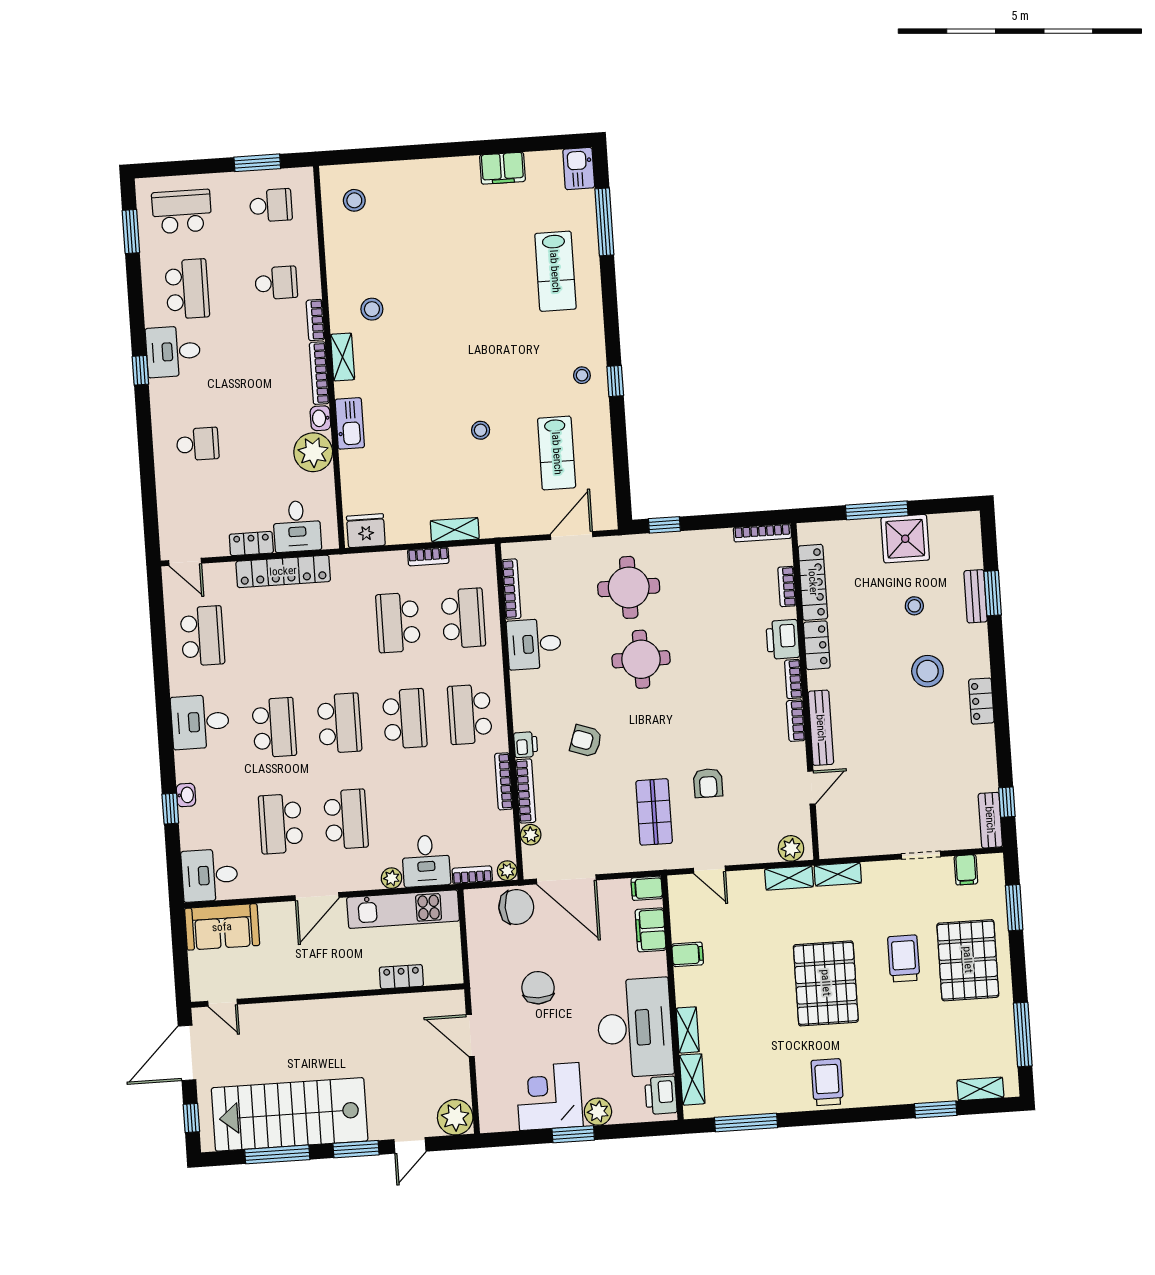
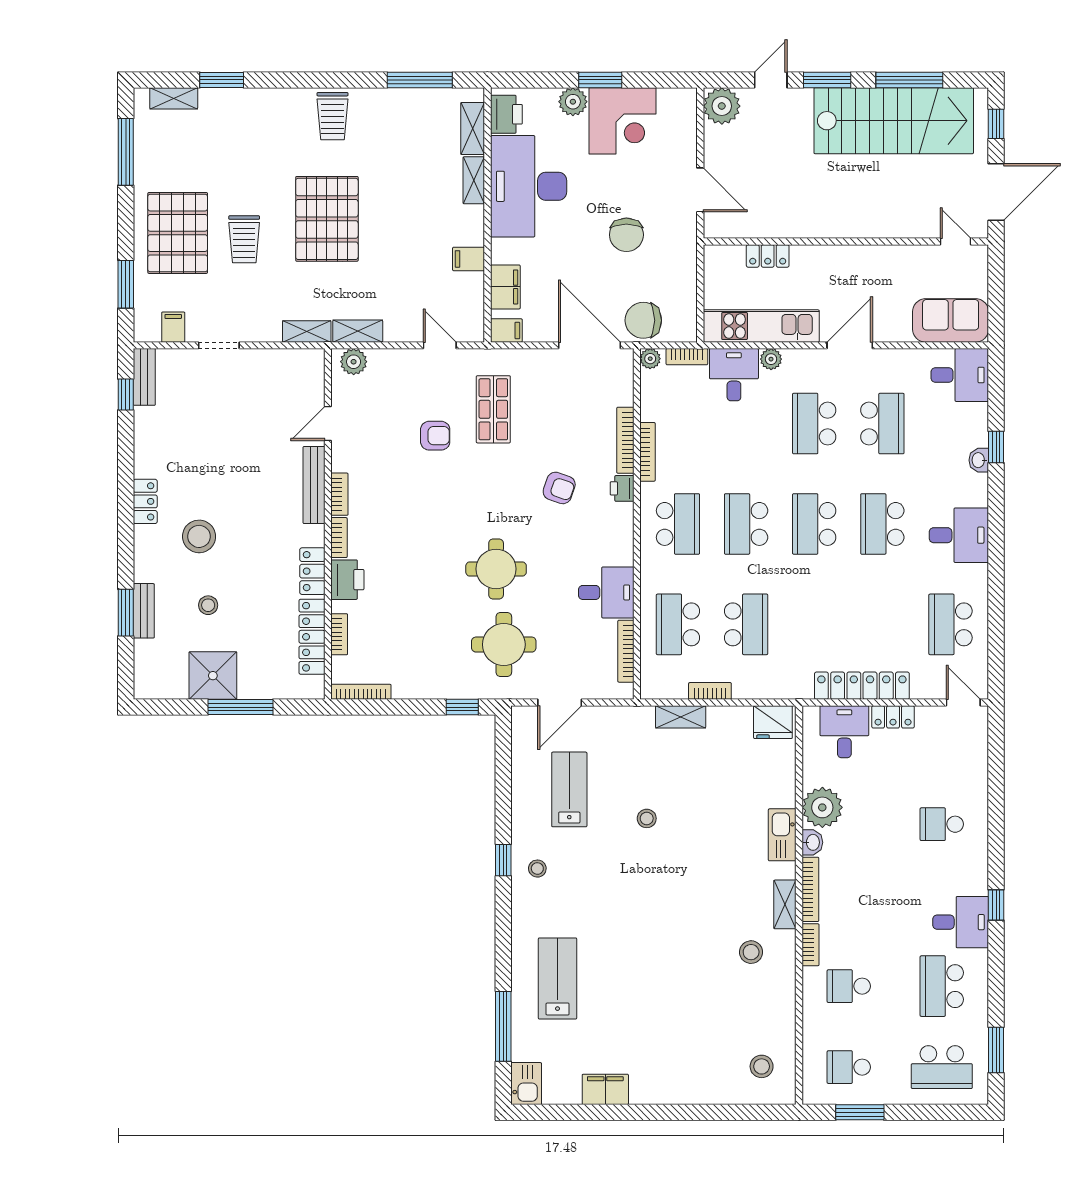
armchair: (708, 783) -> (435, 436), turned 90
plant: (531, 835) -> (623, 394), removed

